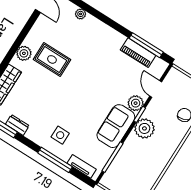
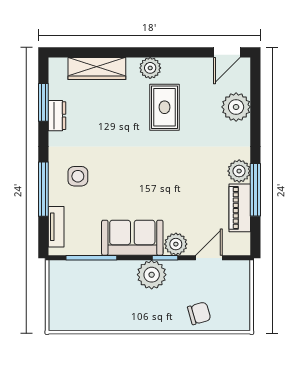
plant: (81, 14) -> (236, 107), width x1.88, depth x1.88
plant: (116, 40) -> (239, 171), added
window: (146, 45) -> (255, 190), moved

